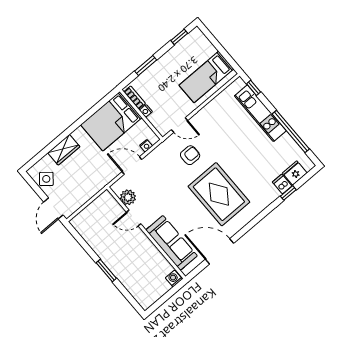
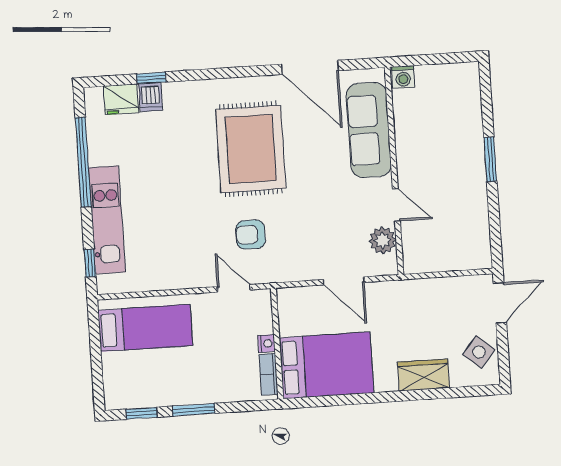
window: (146, 66) -> (194, 410), moved
nightstand: (146, 146) -> (303, 294), removed

